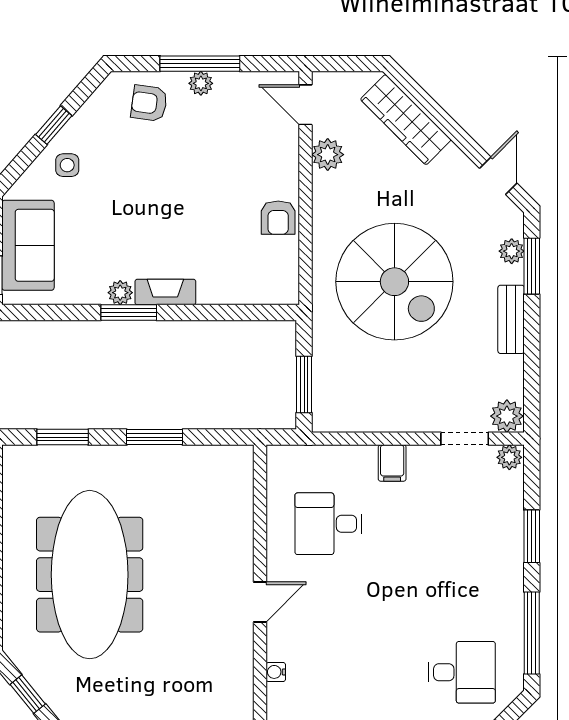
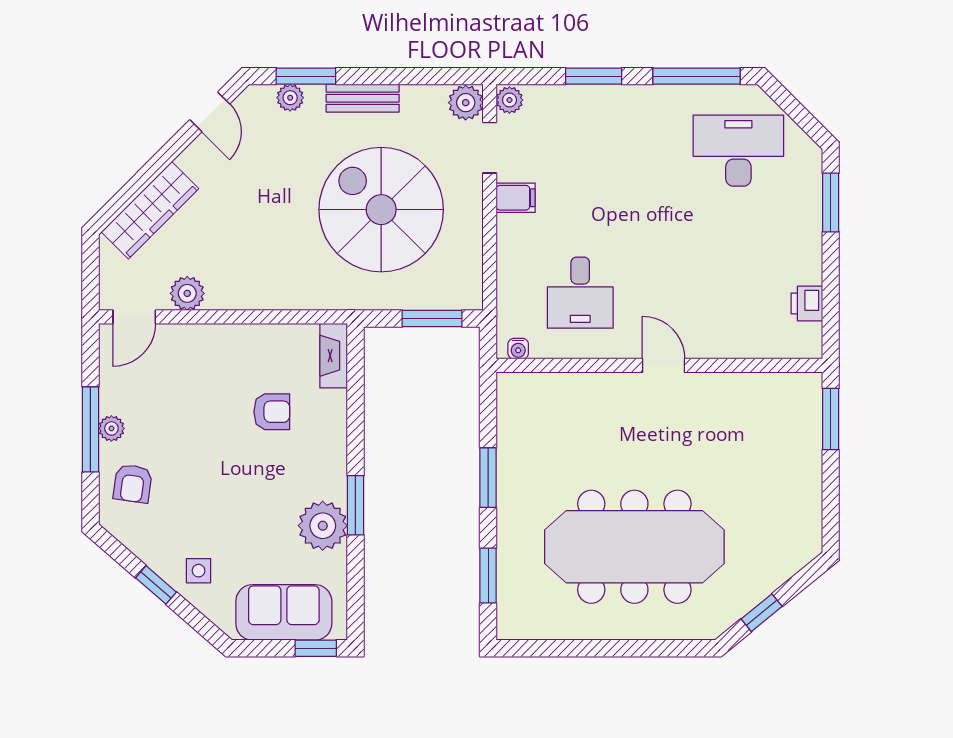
door: (498, 176) -> (210, 112), swing flipped
armchair: (278, 218) -> (272, 412), moved
spiral stairs: (394, 282) -> (381, 210), moved, turned -90
fireplace: (165, 292) -> (334, 356), moved
plant: (120, 293) -> (323, 526), width x1.88, depth x1.88
filing cabinet: (392, 463) -> (516, 198), moved
water cooler: (276, 672) -> (518, 349), moved
desk: (462, 672) -> (738, 151), width x1.37

